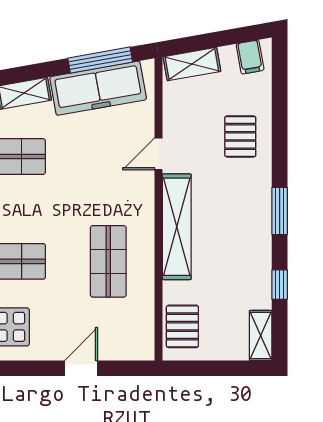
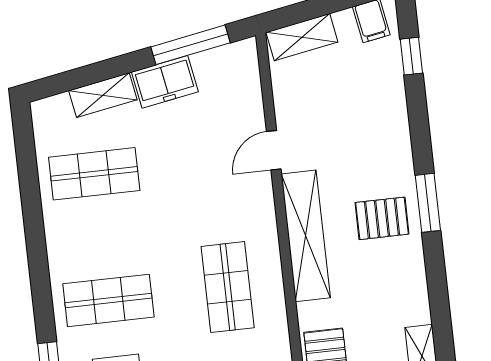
freezer: (98, 88) -> (165, 82), width x0.52, depth x0.79
pallet: (240, 136) -> (382, 218), moved, turned 90
window: (280, 285) -> (411, 56), moved

